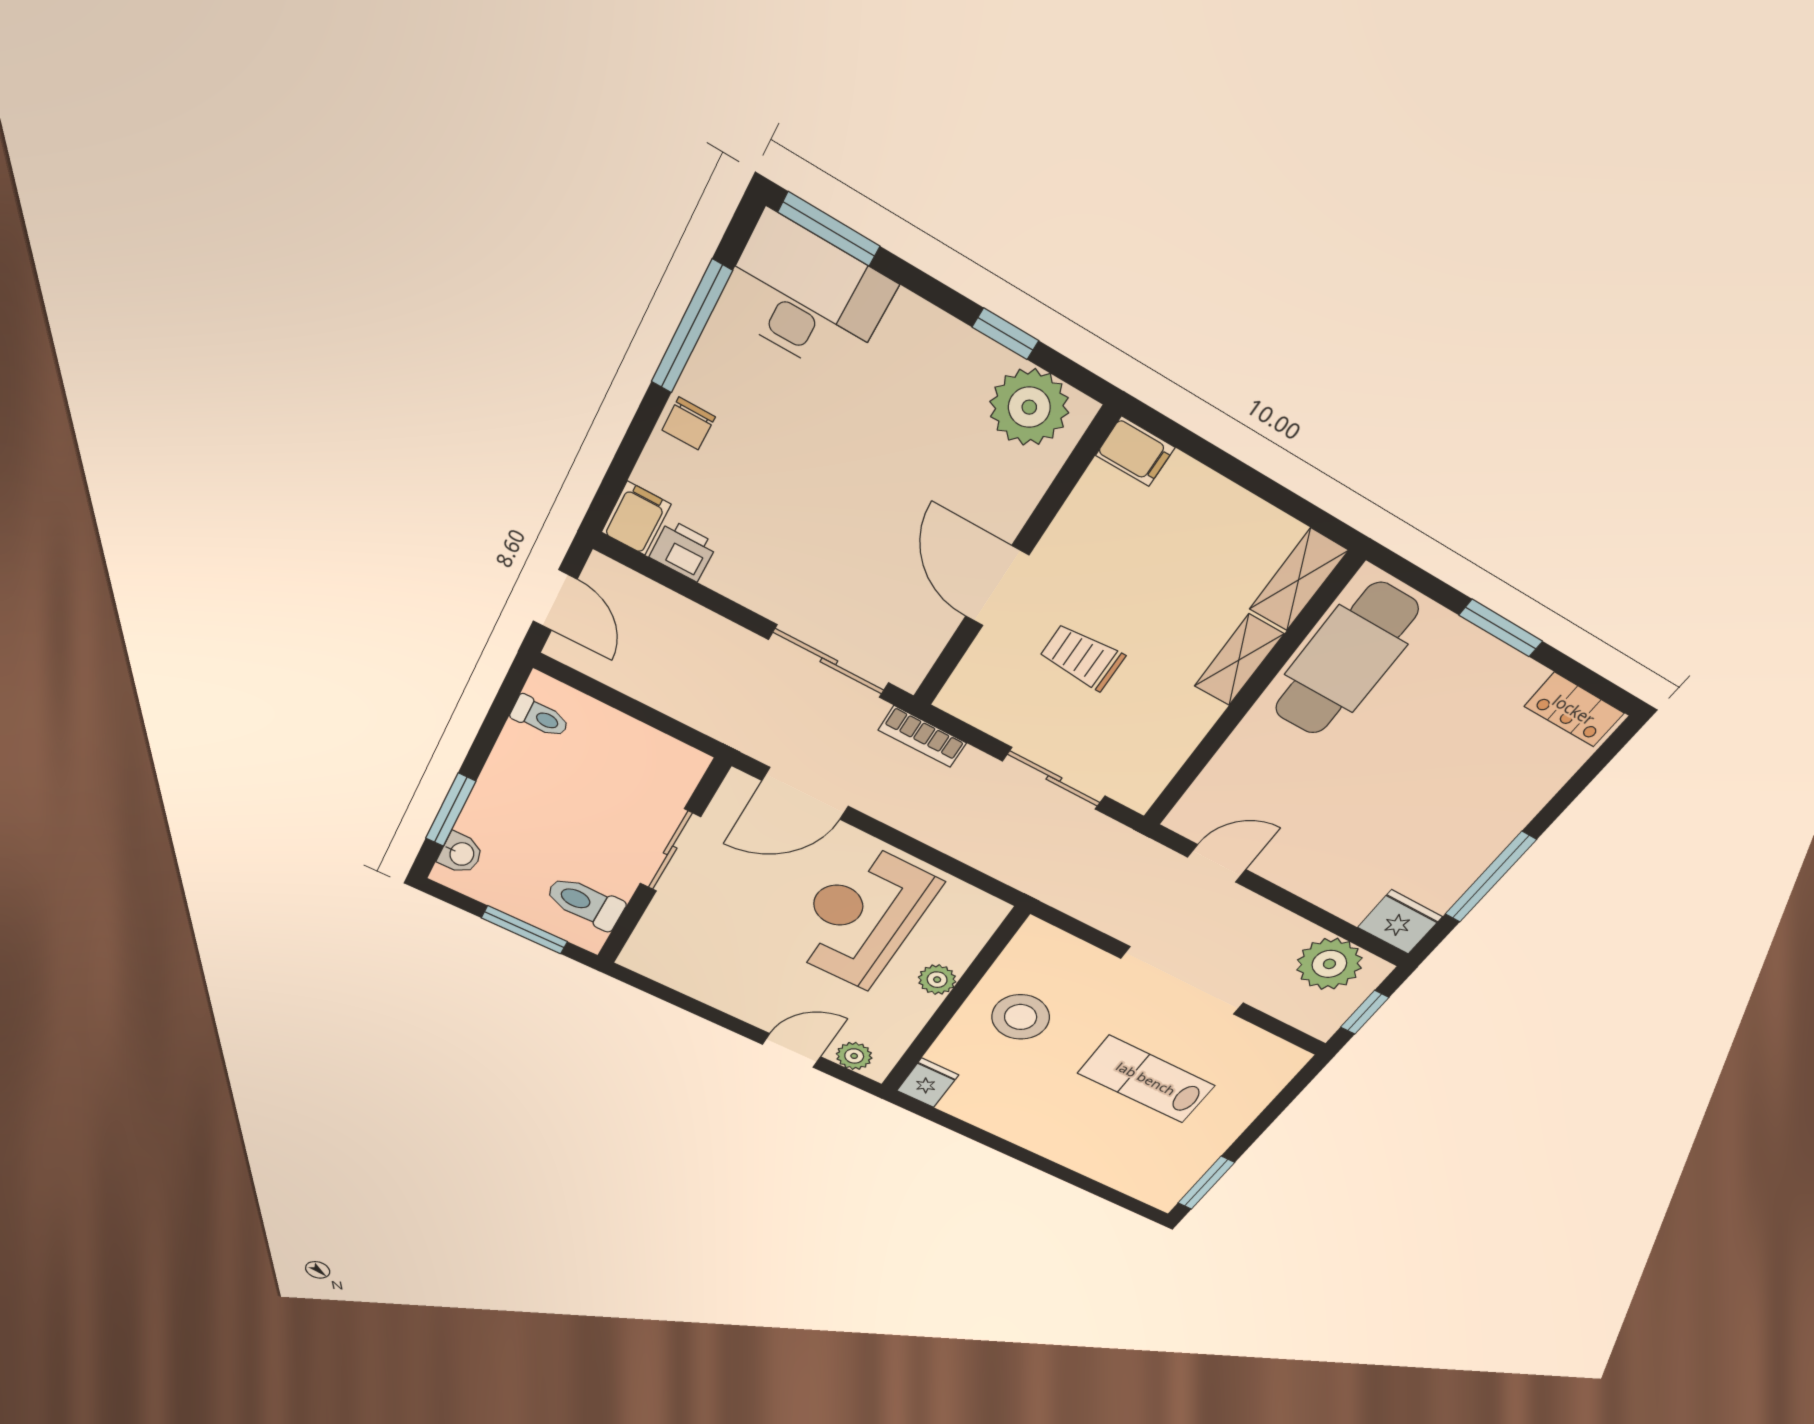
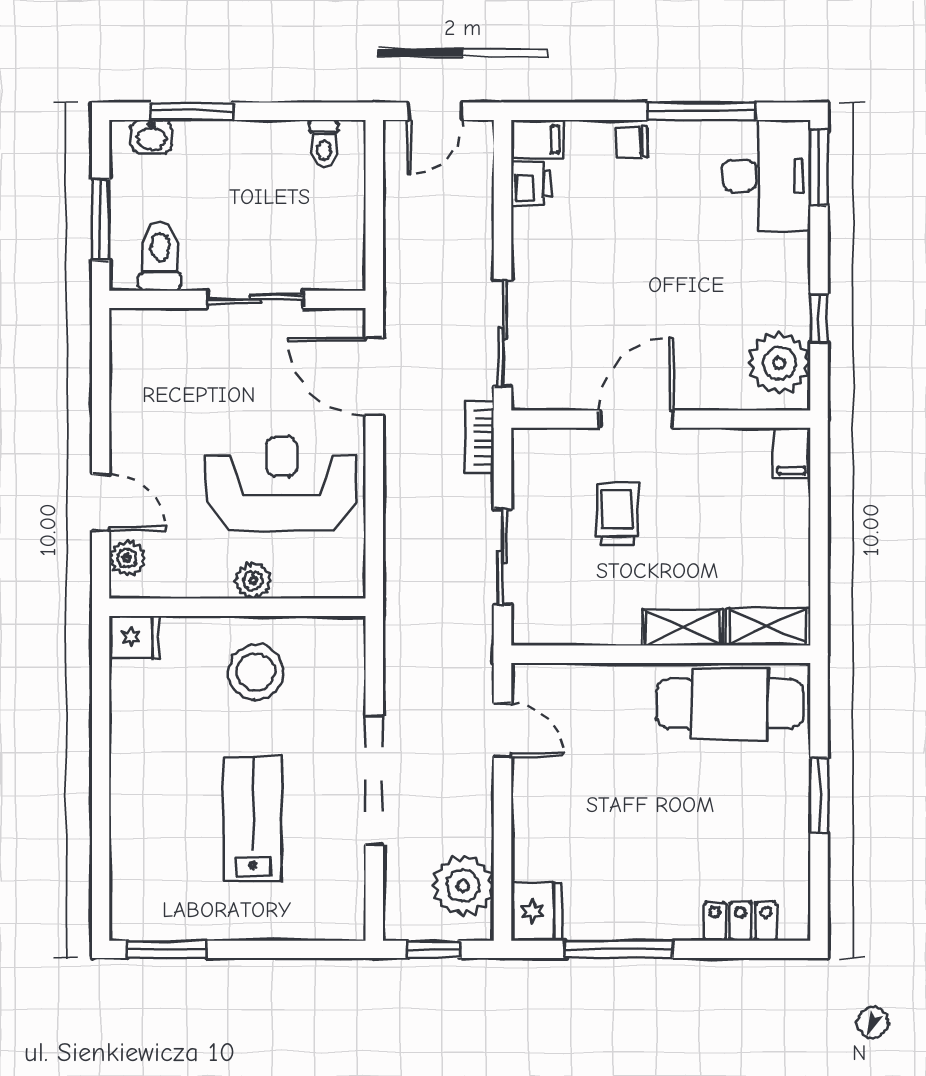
locker: (1574, 710) -> (740, 921), moved, turned 90

